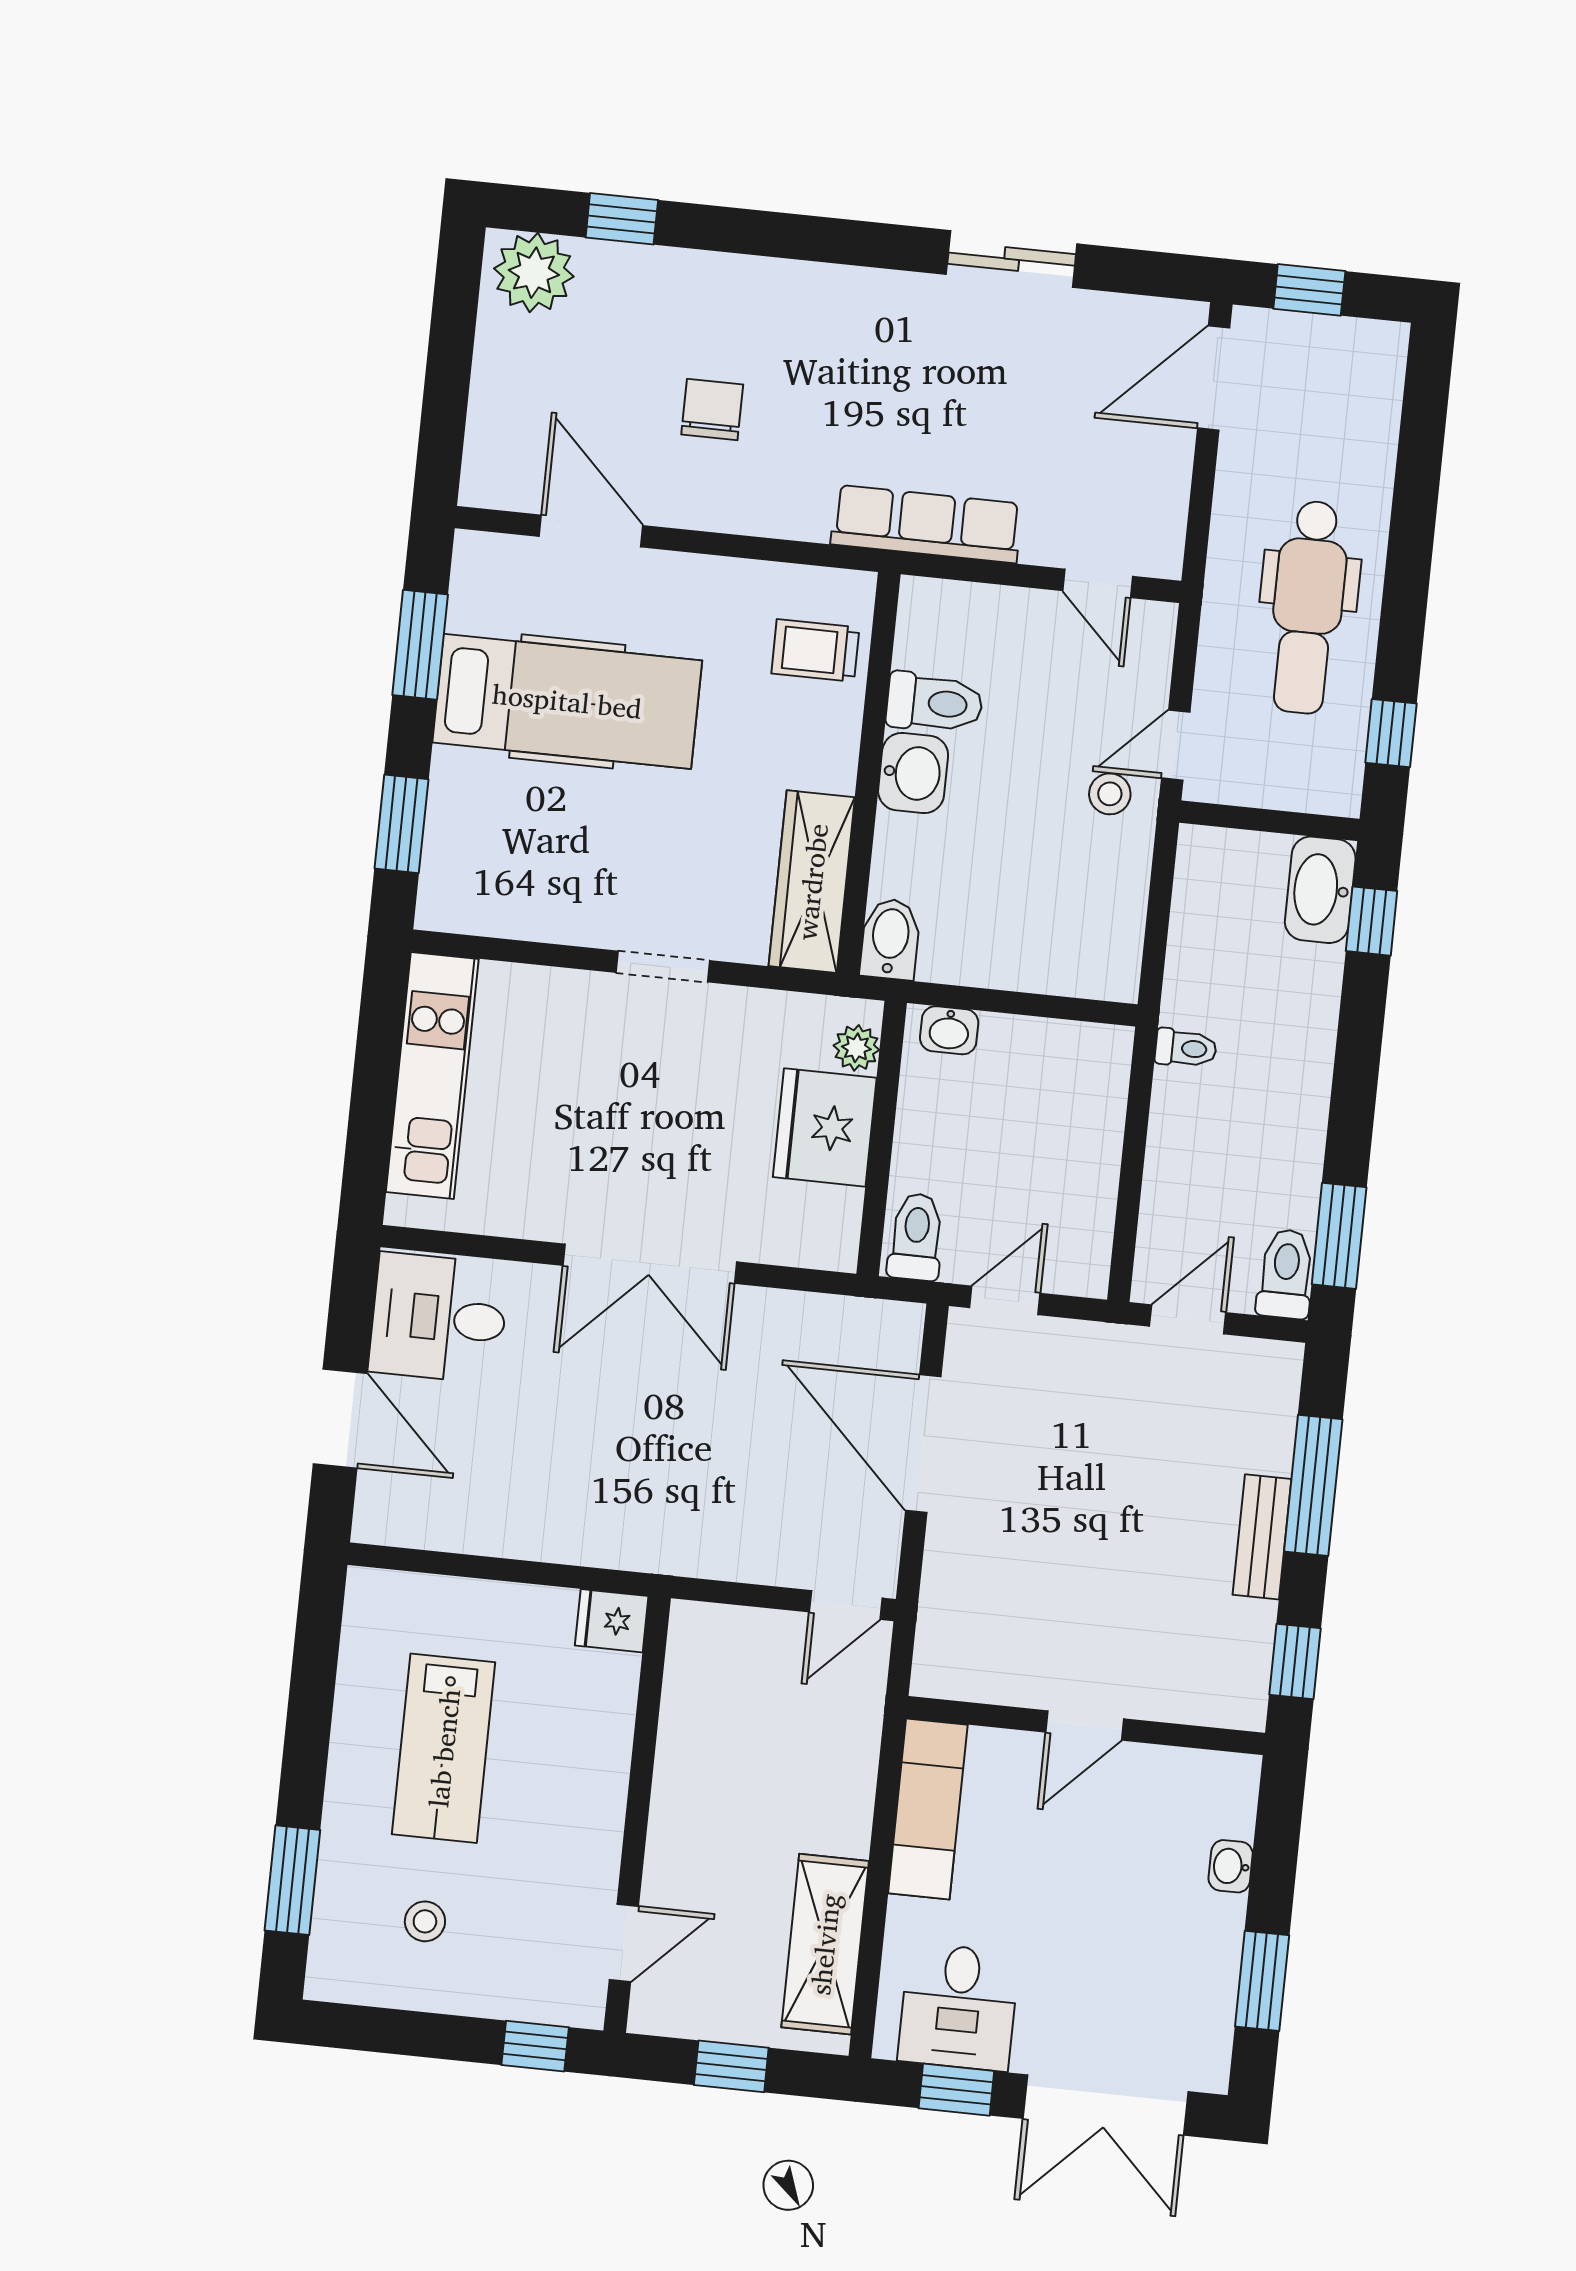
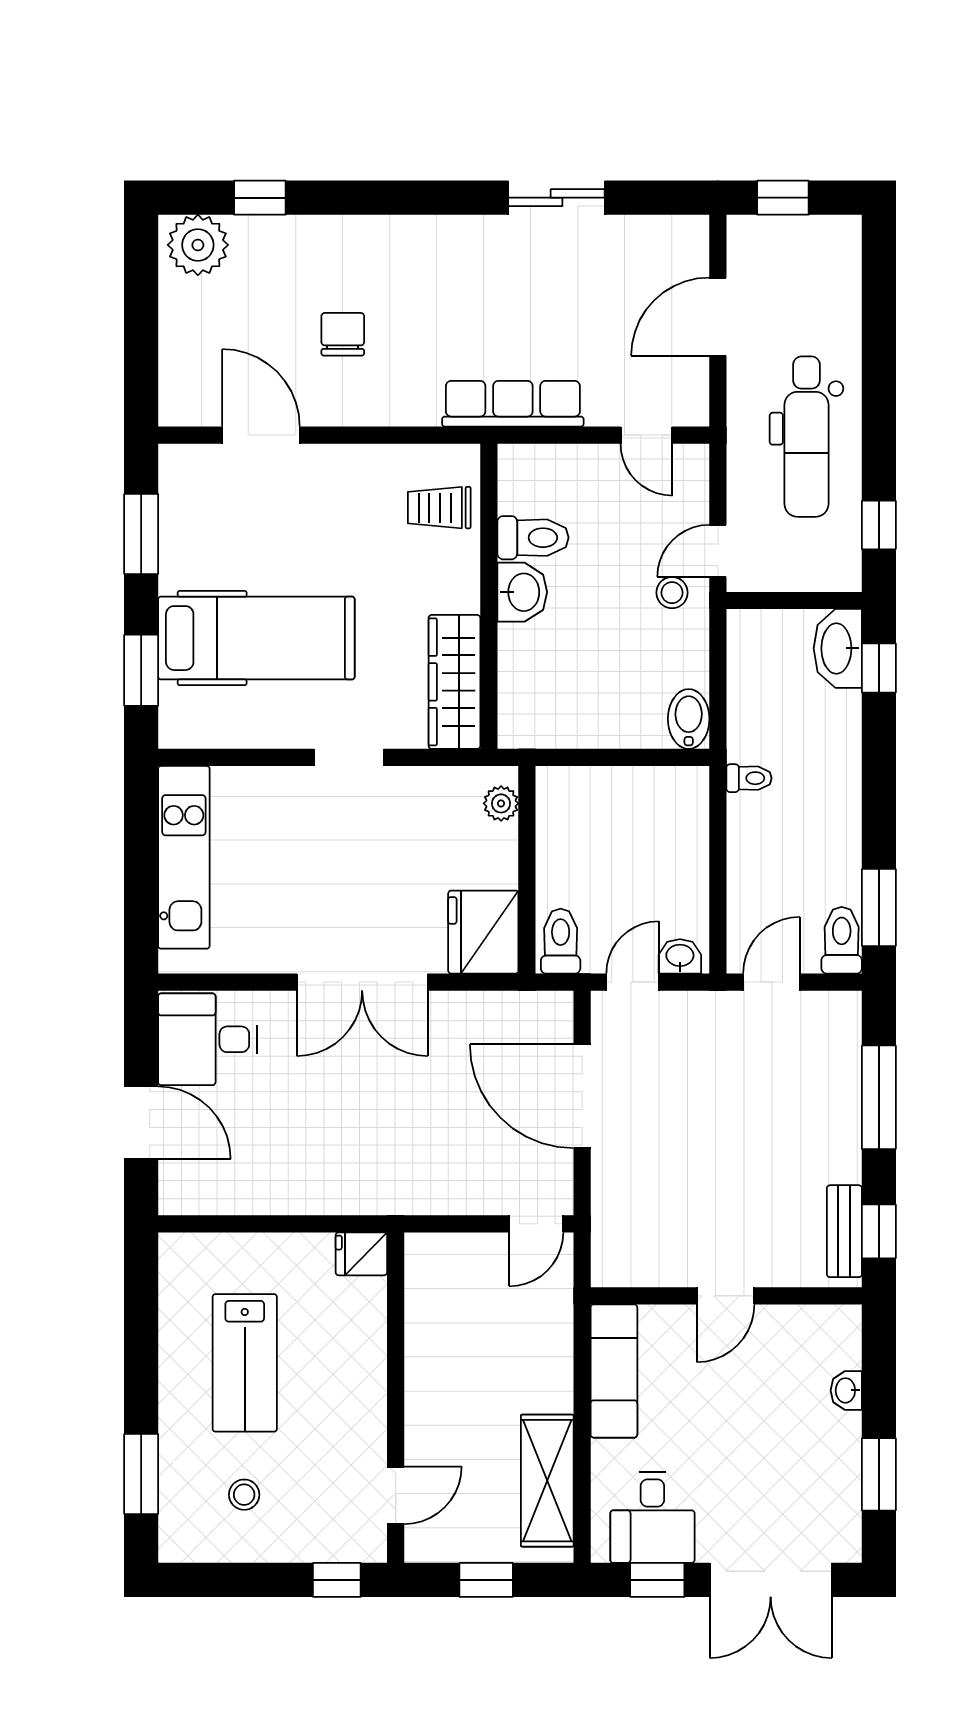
door: (1214, 378) -> (718, 317), moved
hospital bed: (567, 701) -> (256, 638), moved
bidet: (890, 939) -> (689, 719), moved
washbasin: (949, 1030) -> (680, 956), moved, turned 180
fridge: (825, 1127) -> (483, 932), moved
bench: (1262, 1537) -> (844, 1231), moved

